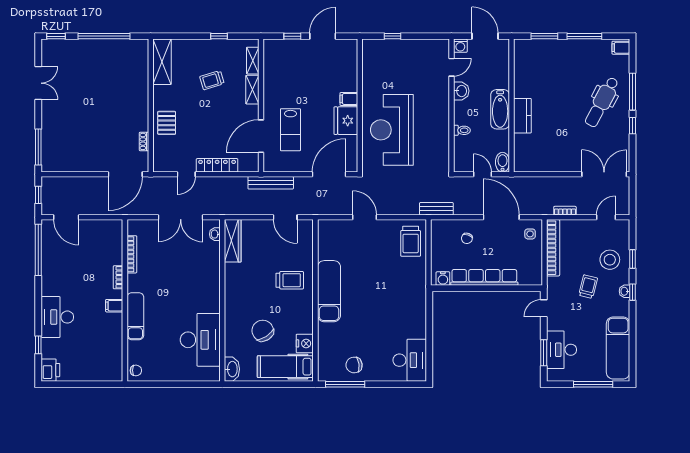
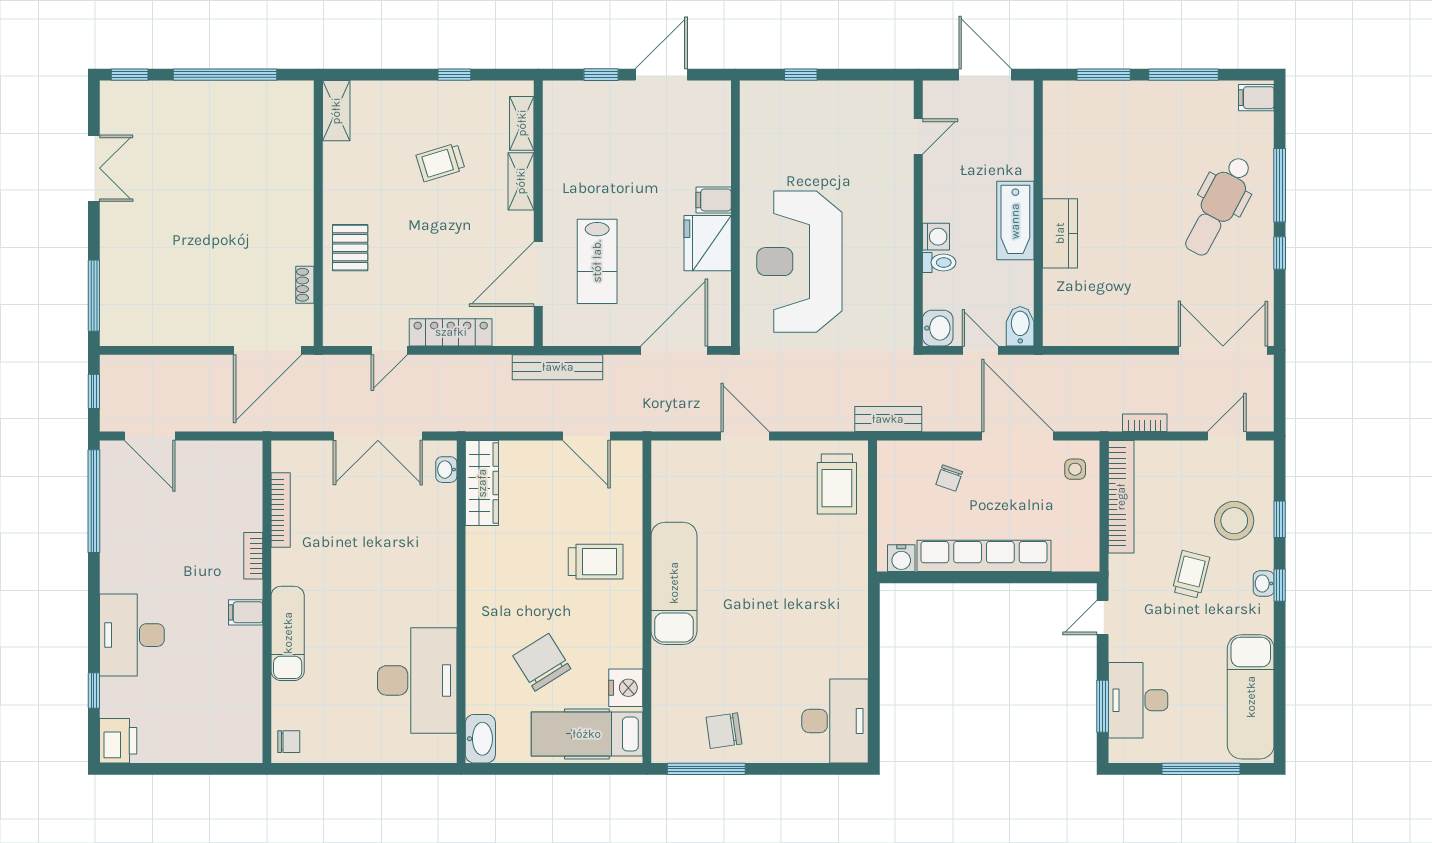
washing machine: (460, 46) -> (936, 237), moved, turned -90
shelving: (162, 62) -> (336, 111), width x0.67, depth x0.75
washbasin: (461, 91) -> (938, 328), moved

